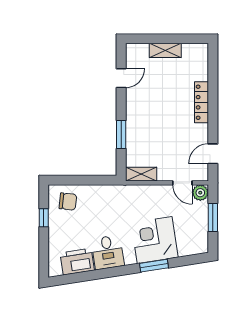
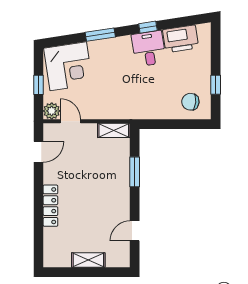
window: (213, 218) -> (39, 85), width x0.67
corner desk: (155, 240) -> (68, 66), moved
window: (108, 273) -> (148, 27), added

